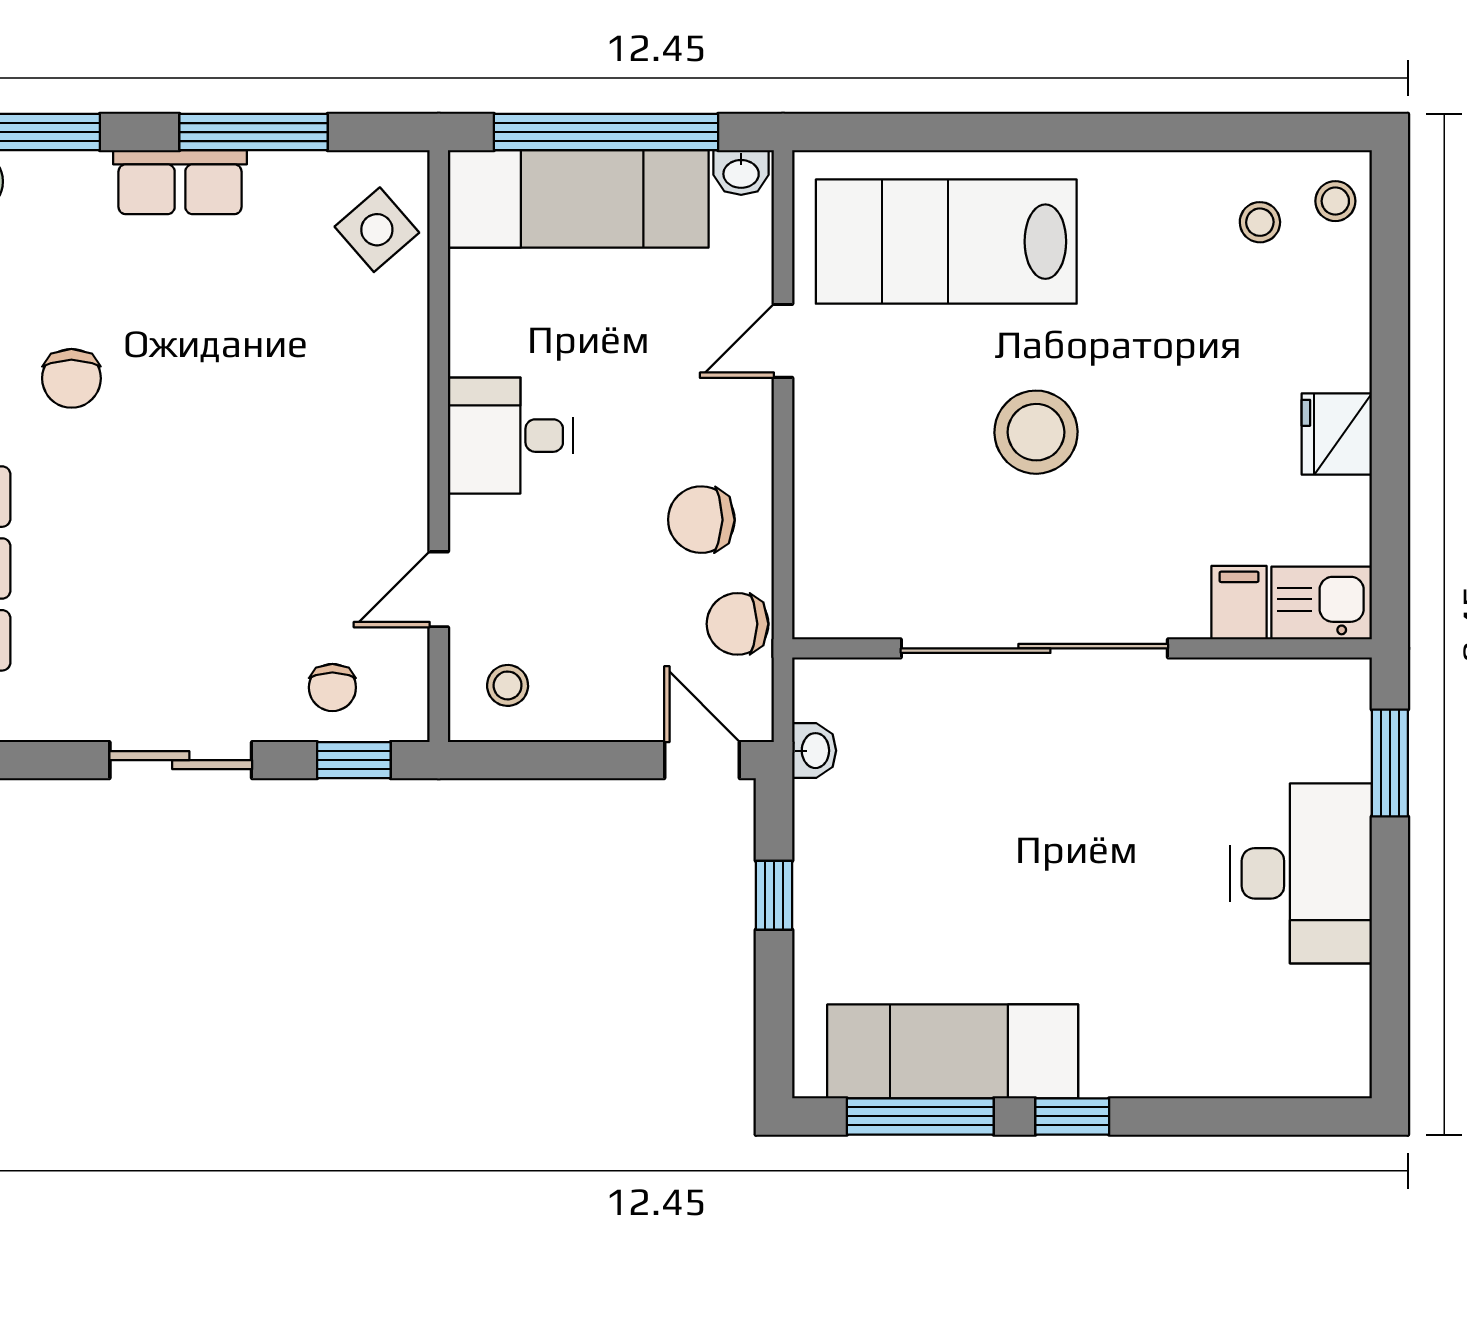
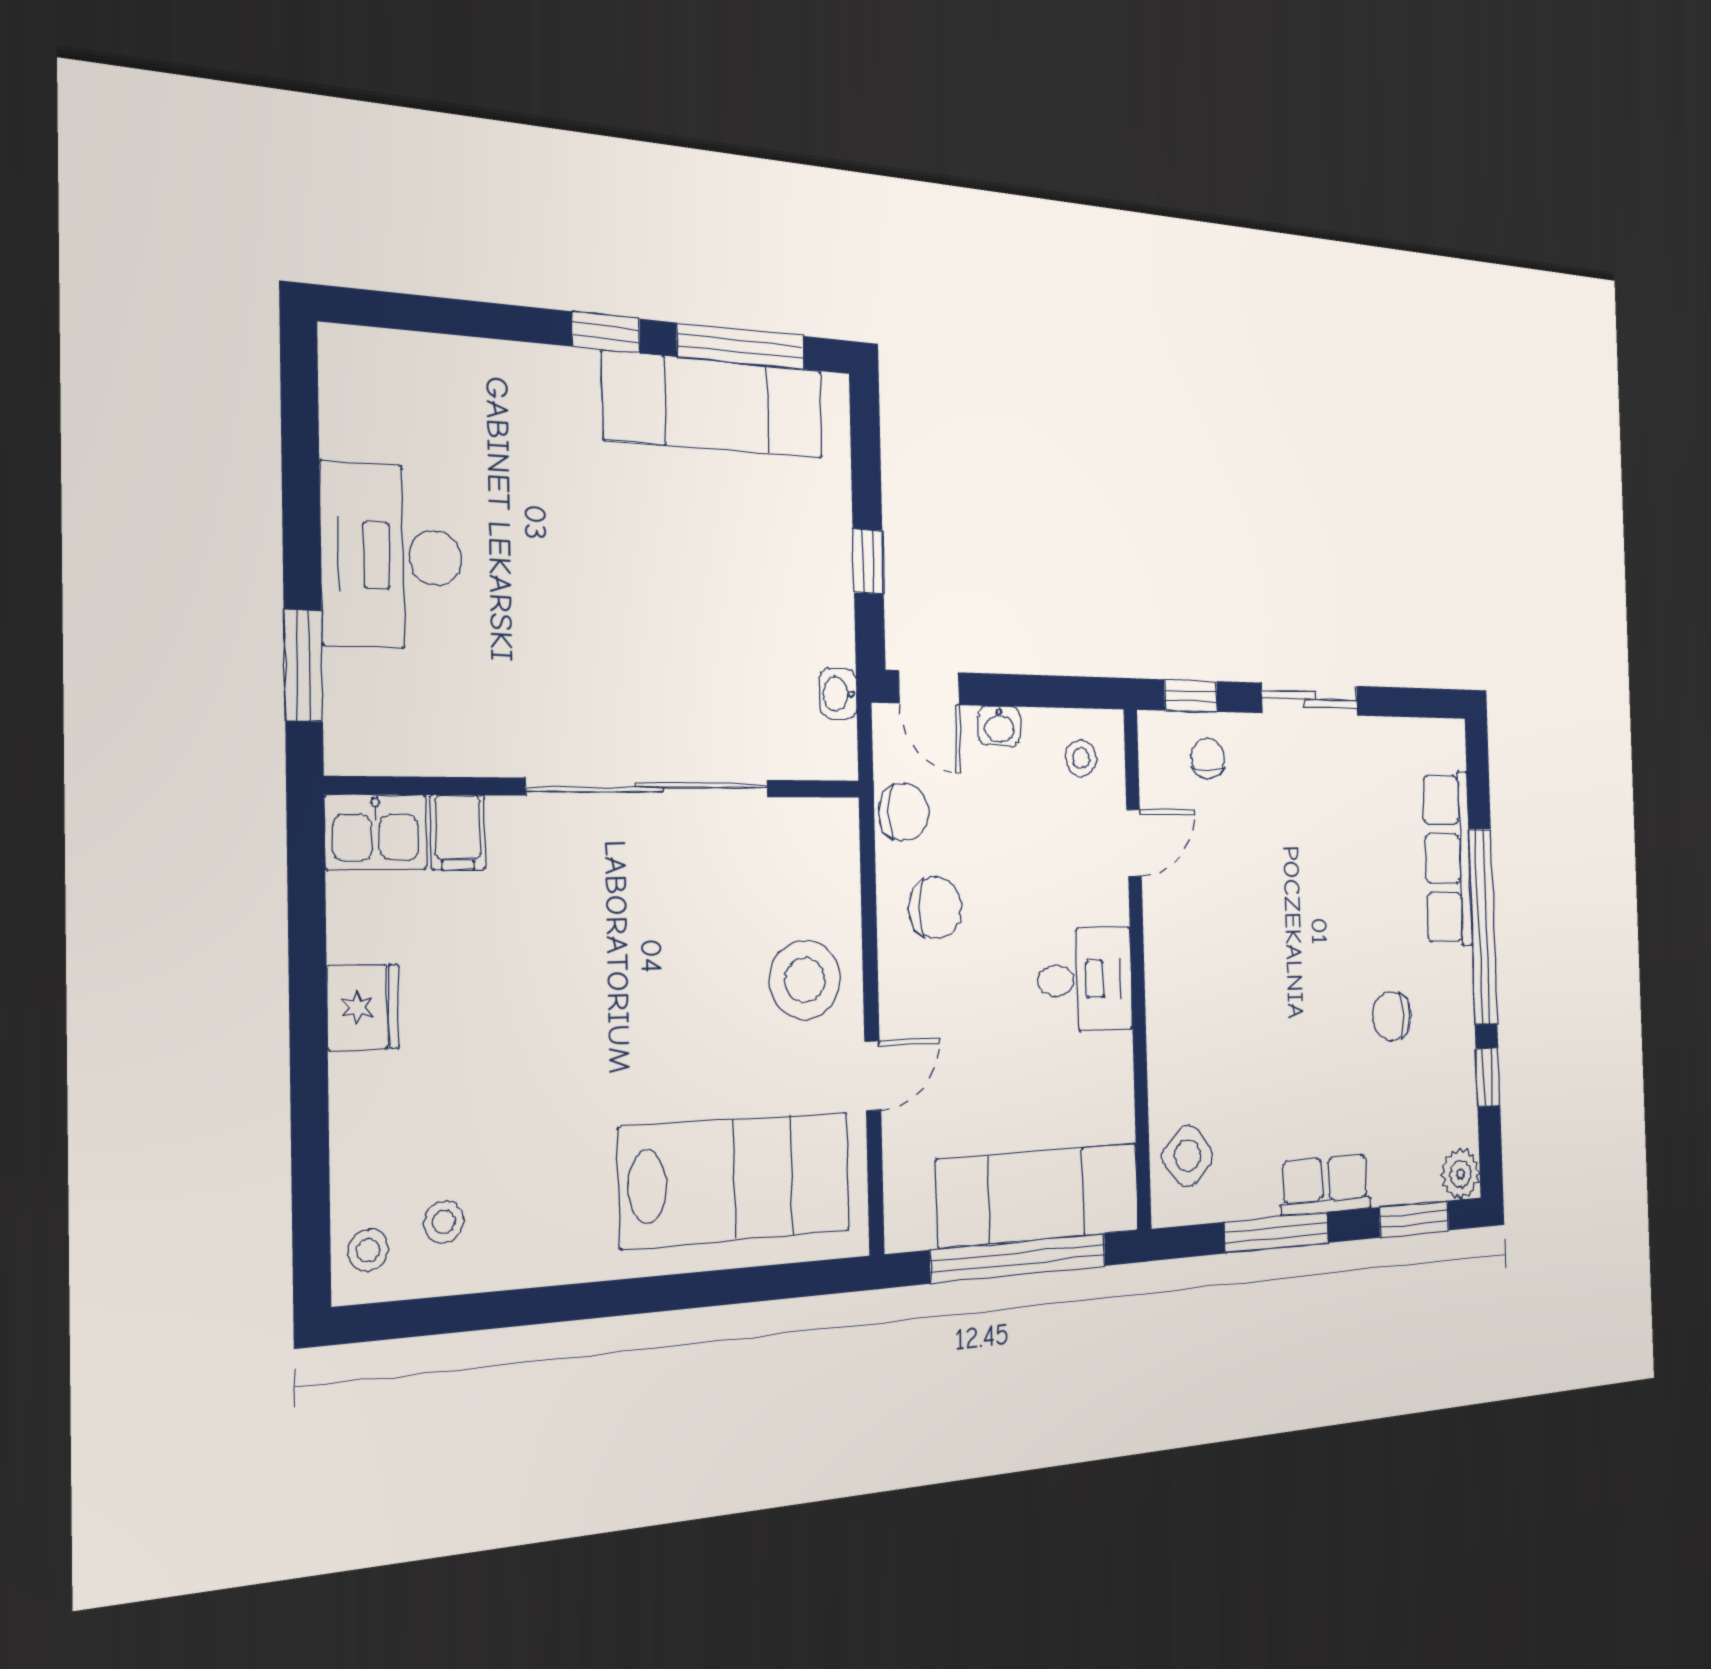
washbasin: (741, 173) -> (999, 726), moved, turned 180
chair: (71, 378) -> (1392, 1016), turned -90
stool: (1036, 432) -> (805, 980), moved

